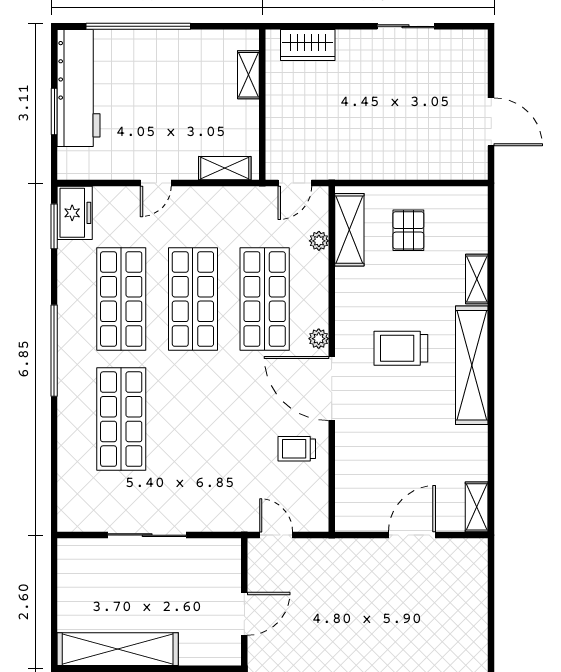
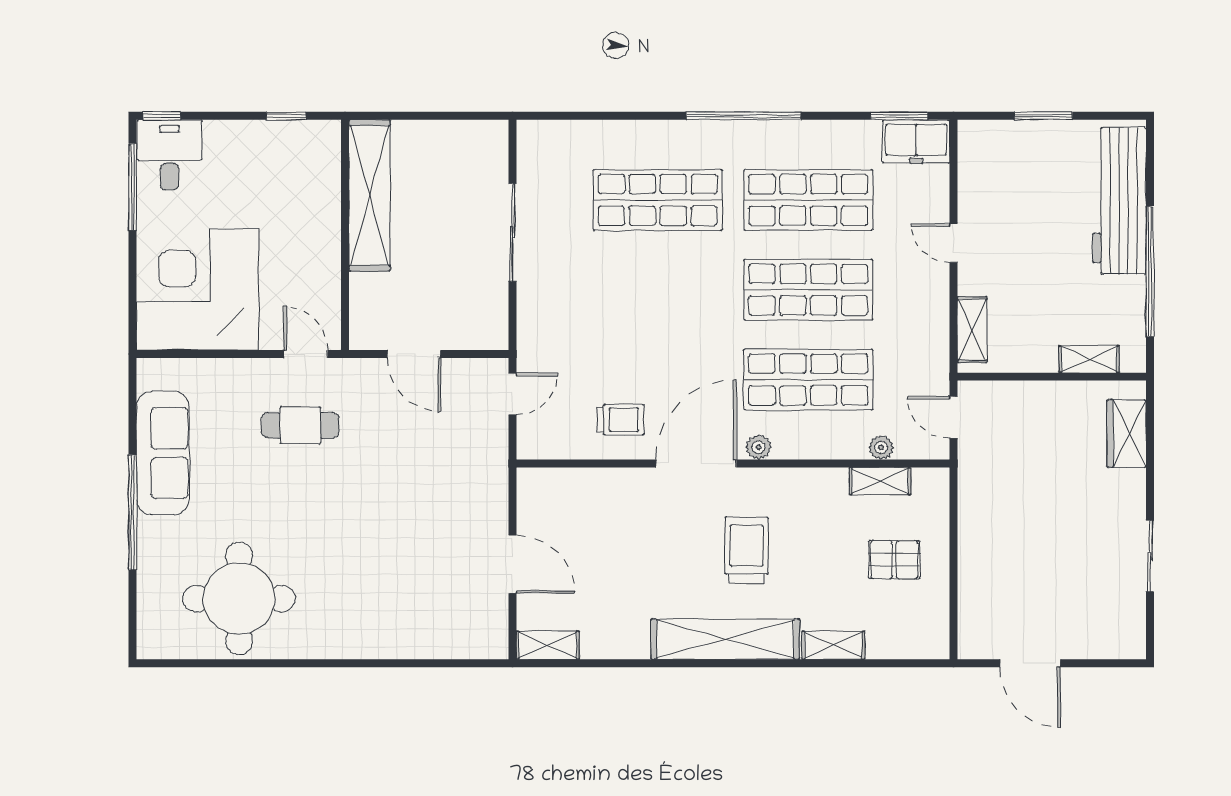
window: (138, 26) -> (1150, 271), moved
workbench: (79, 88) -> (1119, 201), moved, turned 90
door: (491, 122) -> (1030, 663), hinge flipped
shelving: (349, 230) -> (880, 481), width x0.67, depth x0.75
trolley: (297, 449) -> (621, 420), turned 90

